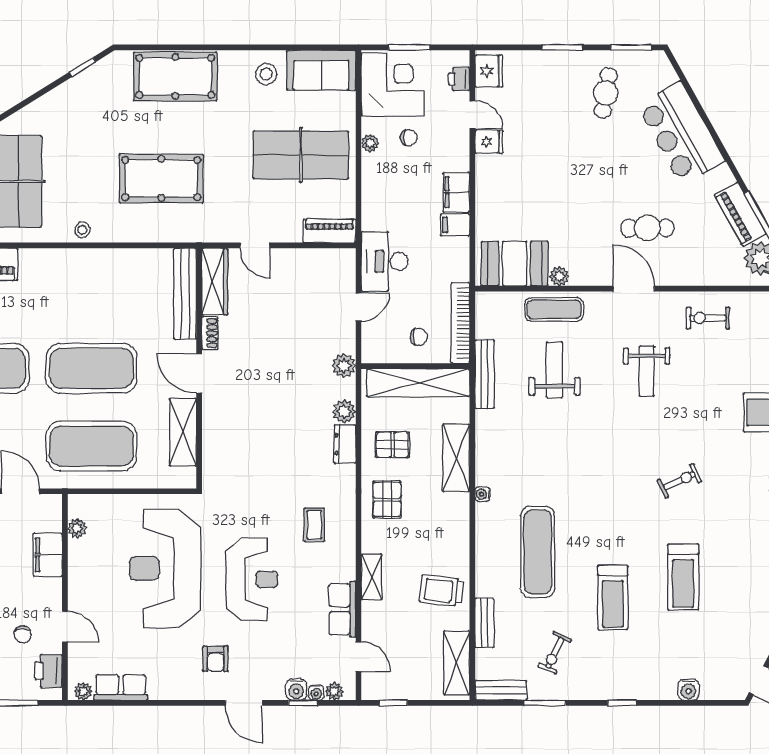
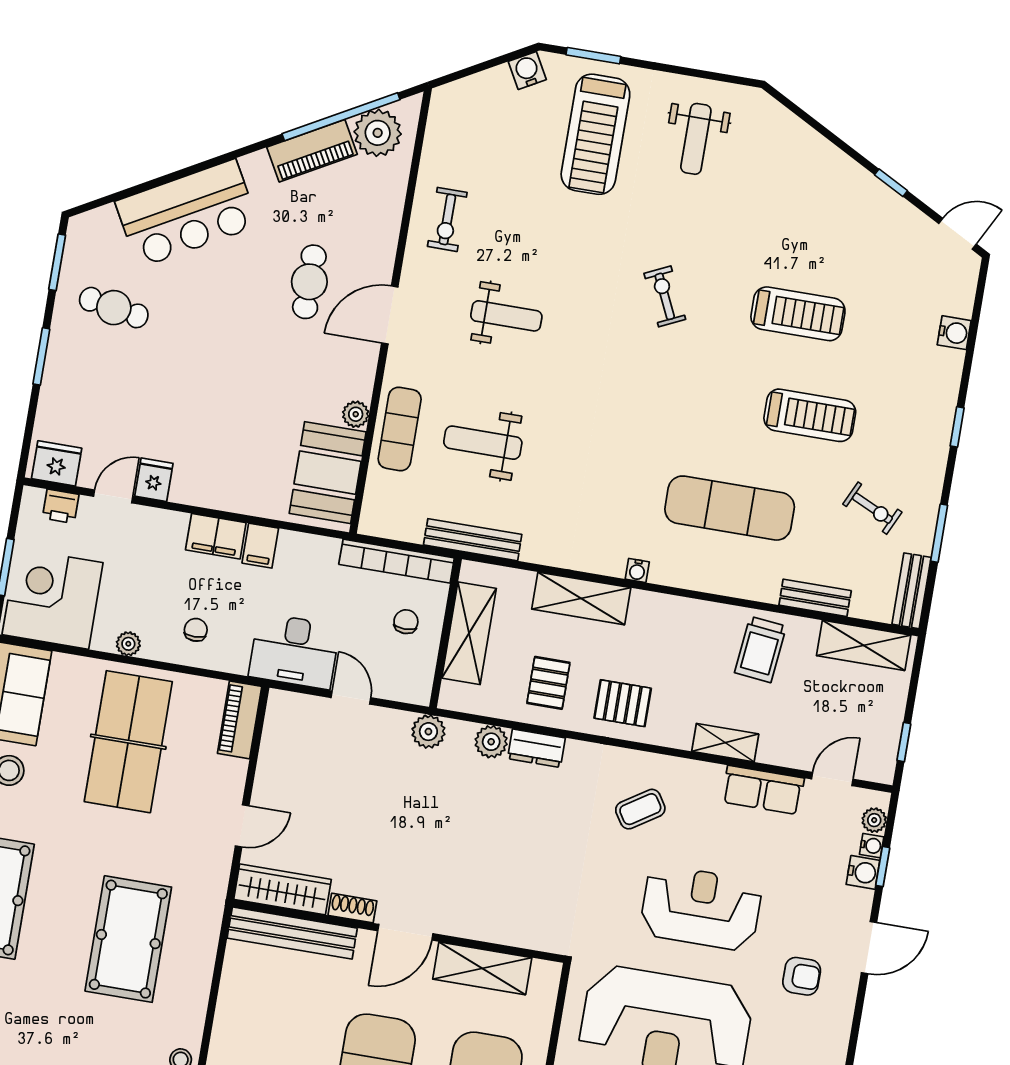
chair: (409, 138) -> (196, 630), moved
shelving: (418, 383) -> (469, 633), width x0.68
coffee table: (314, 525) -> (640, 809), turned -33

